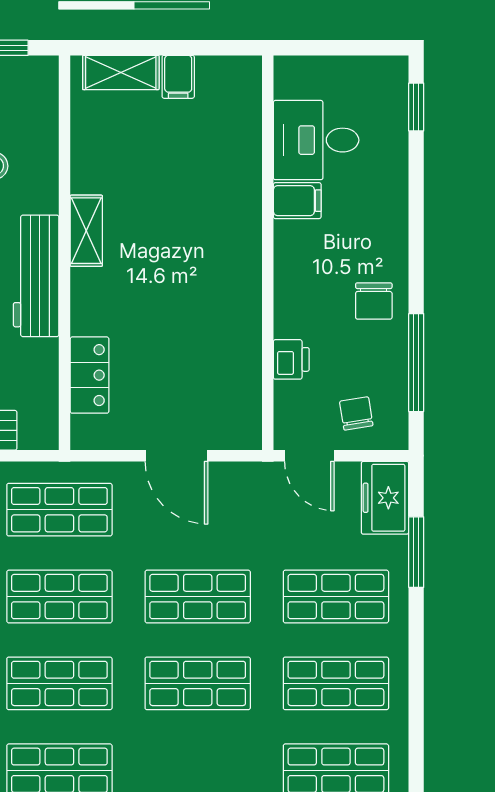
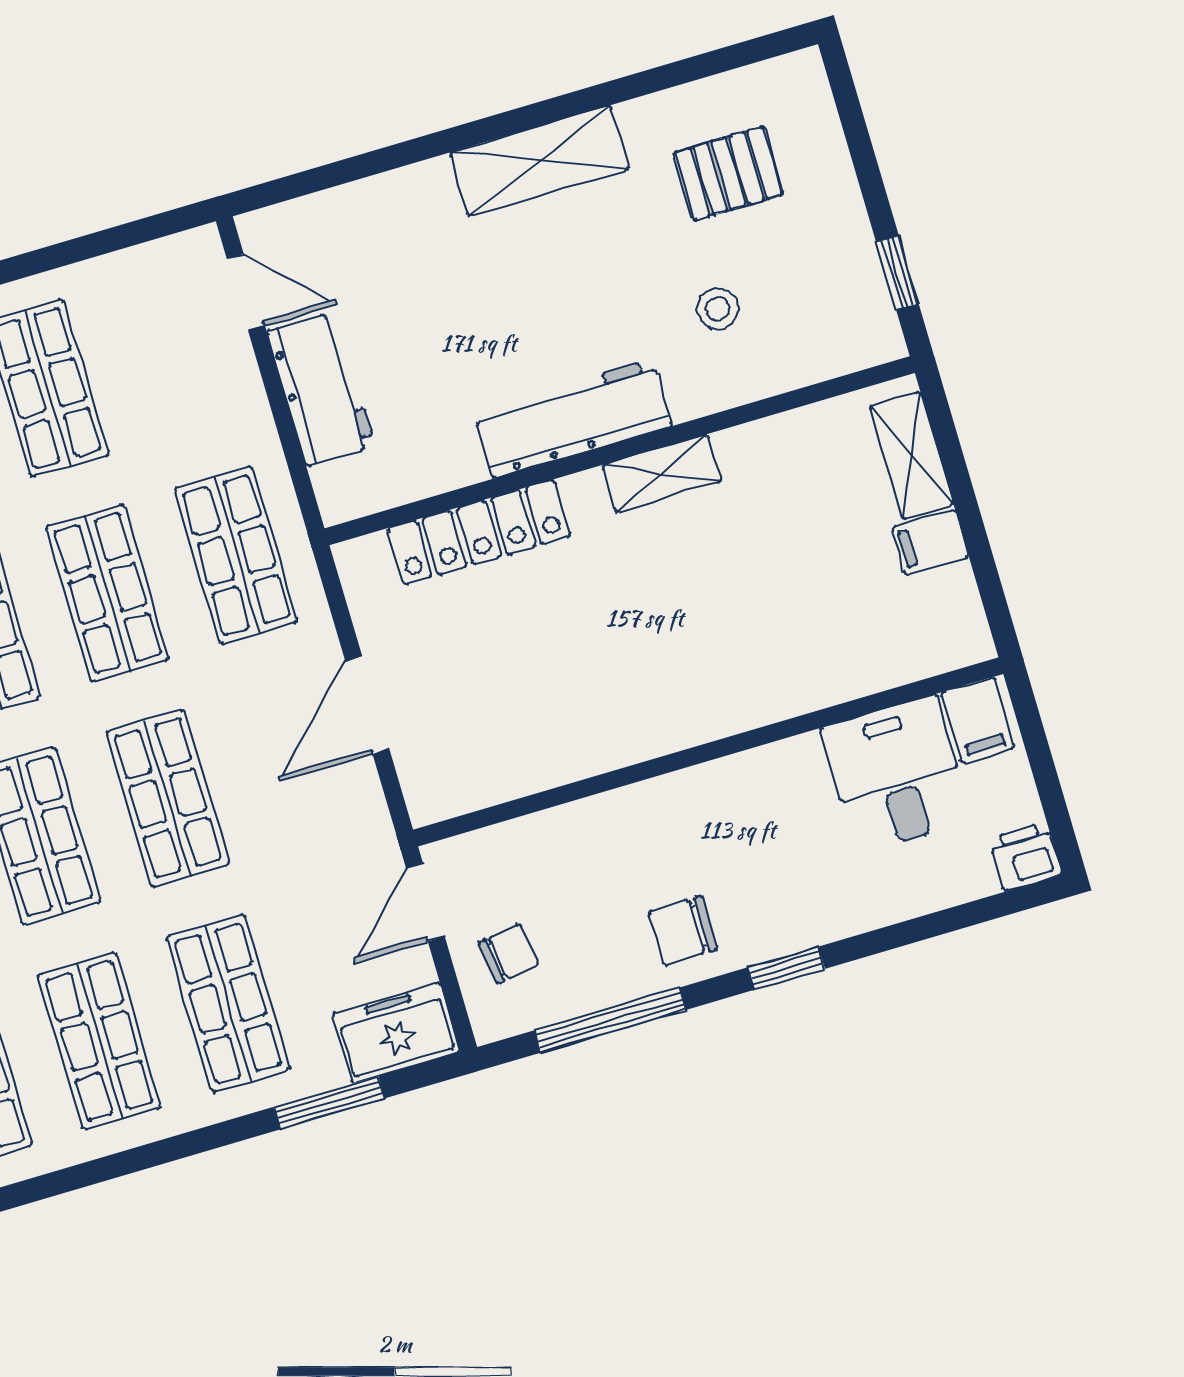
window: (416, 107) -> (786, 968), moved
filing cabinet: (297, 201) -> (978, 720), moved
printer: (291, 359) -> (1025, 857), moved, turned 180
locker: (90, 375) -> (479, 532), width x1.53

